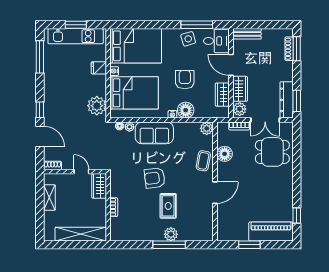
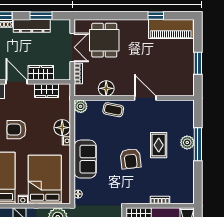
door: (231, 65) -> (17, 82), swing flipped
armchair: (185, 80) -> (16, 130), moved
dresser: (287, 100) -> (32, 26), moved
window: (297, 101) -> (41, 16), moved
plant: (240, 109) -> (61, 73), removed
plant: (129, 127) -> (79, 184), removed
rug: (168, 206) -> (159, 145), turned 90
window: (297, 215) -> (156, 16), moved
piano: (271, 231) -> (171, 29), moved, turned -90

